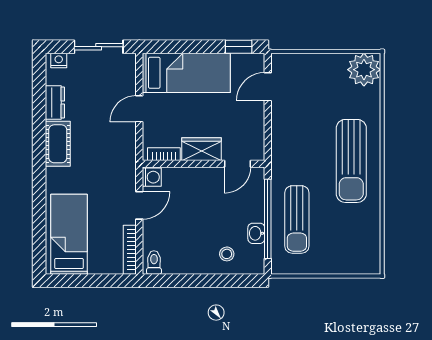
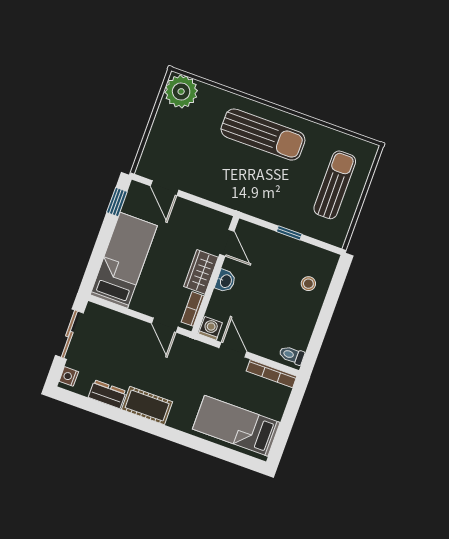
door: (139, 109) -> (165, 325), moved
window: (268, 219) -> (289, 233), width x0.32
sun lounger: (297, 219) -> (335, 185), moved, turned -90
washbasin: (256, 233) -> (225, 281), moved, turned -90

